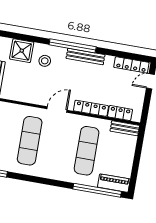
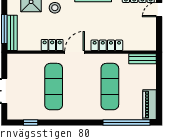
locker: (120, 113) -> (52, 45), moved
piano: (114, 183) -> (150, 105), moved, turned -90

